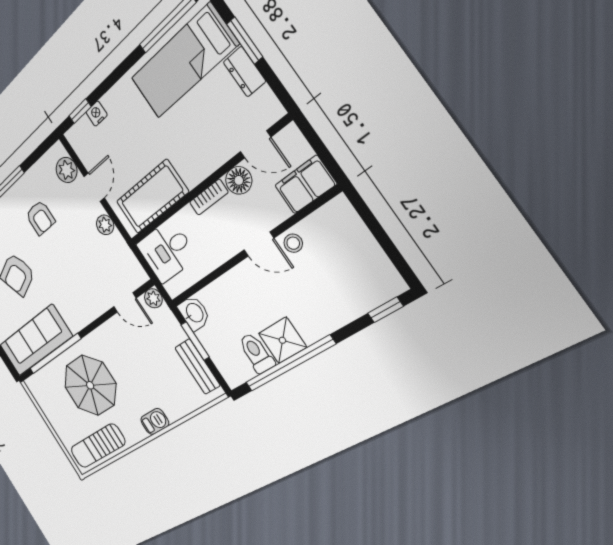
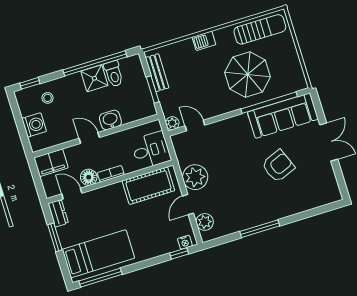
window: (245, 40) -> (55, 237), moved
dresser: (244, 72) -> (58, 213), moved
nightstand: (97, 114) -> (185, 242), moved
armchair: (40, 218) -> (240, 199), removed
plant: (105, 225) -> (195, 177), width x1.87, depth x1.87
washing machine: (355, 240) -> (34, 125), added
stool: (293, 243) -> (48, 98), moved
washbasin: (194, 313) -> (110, 120), moved, turned 90

